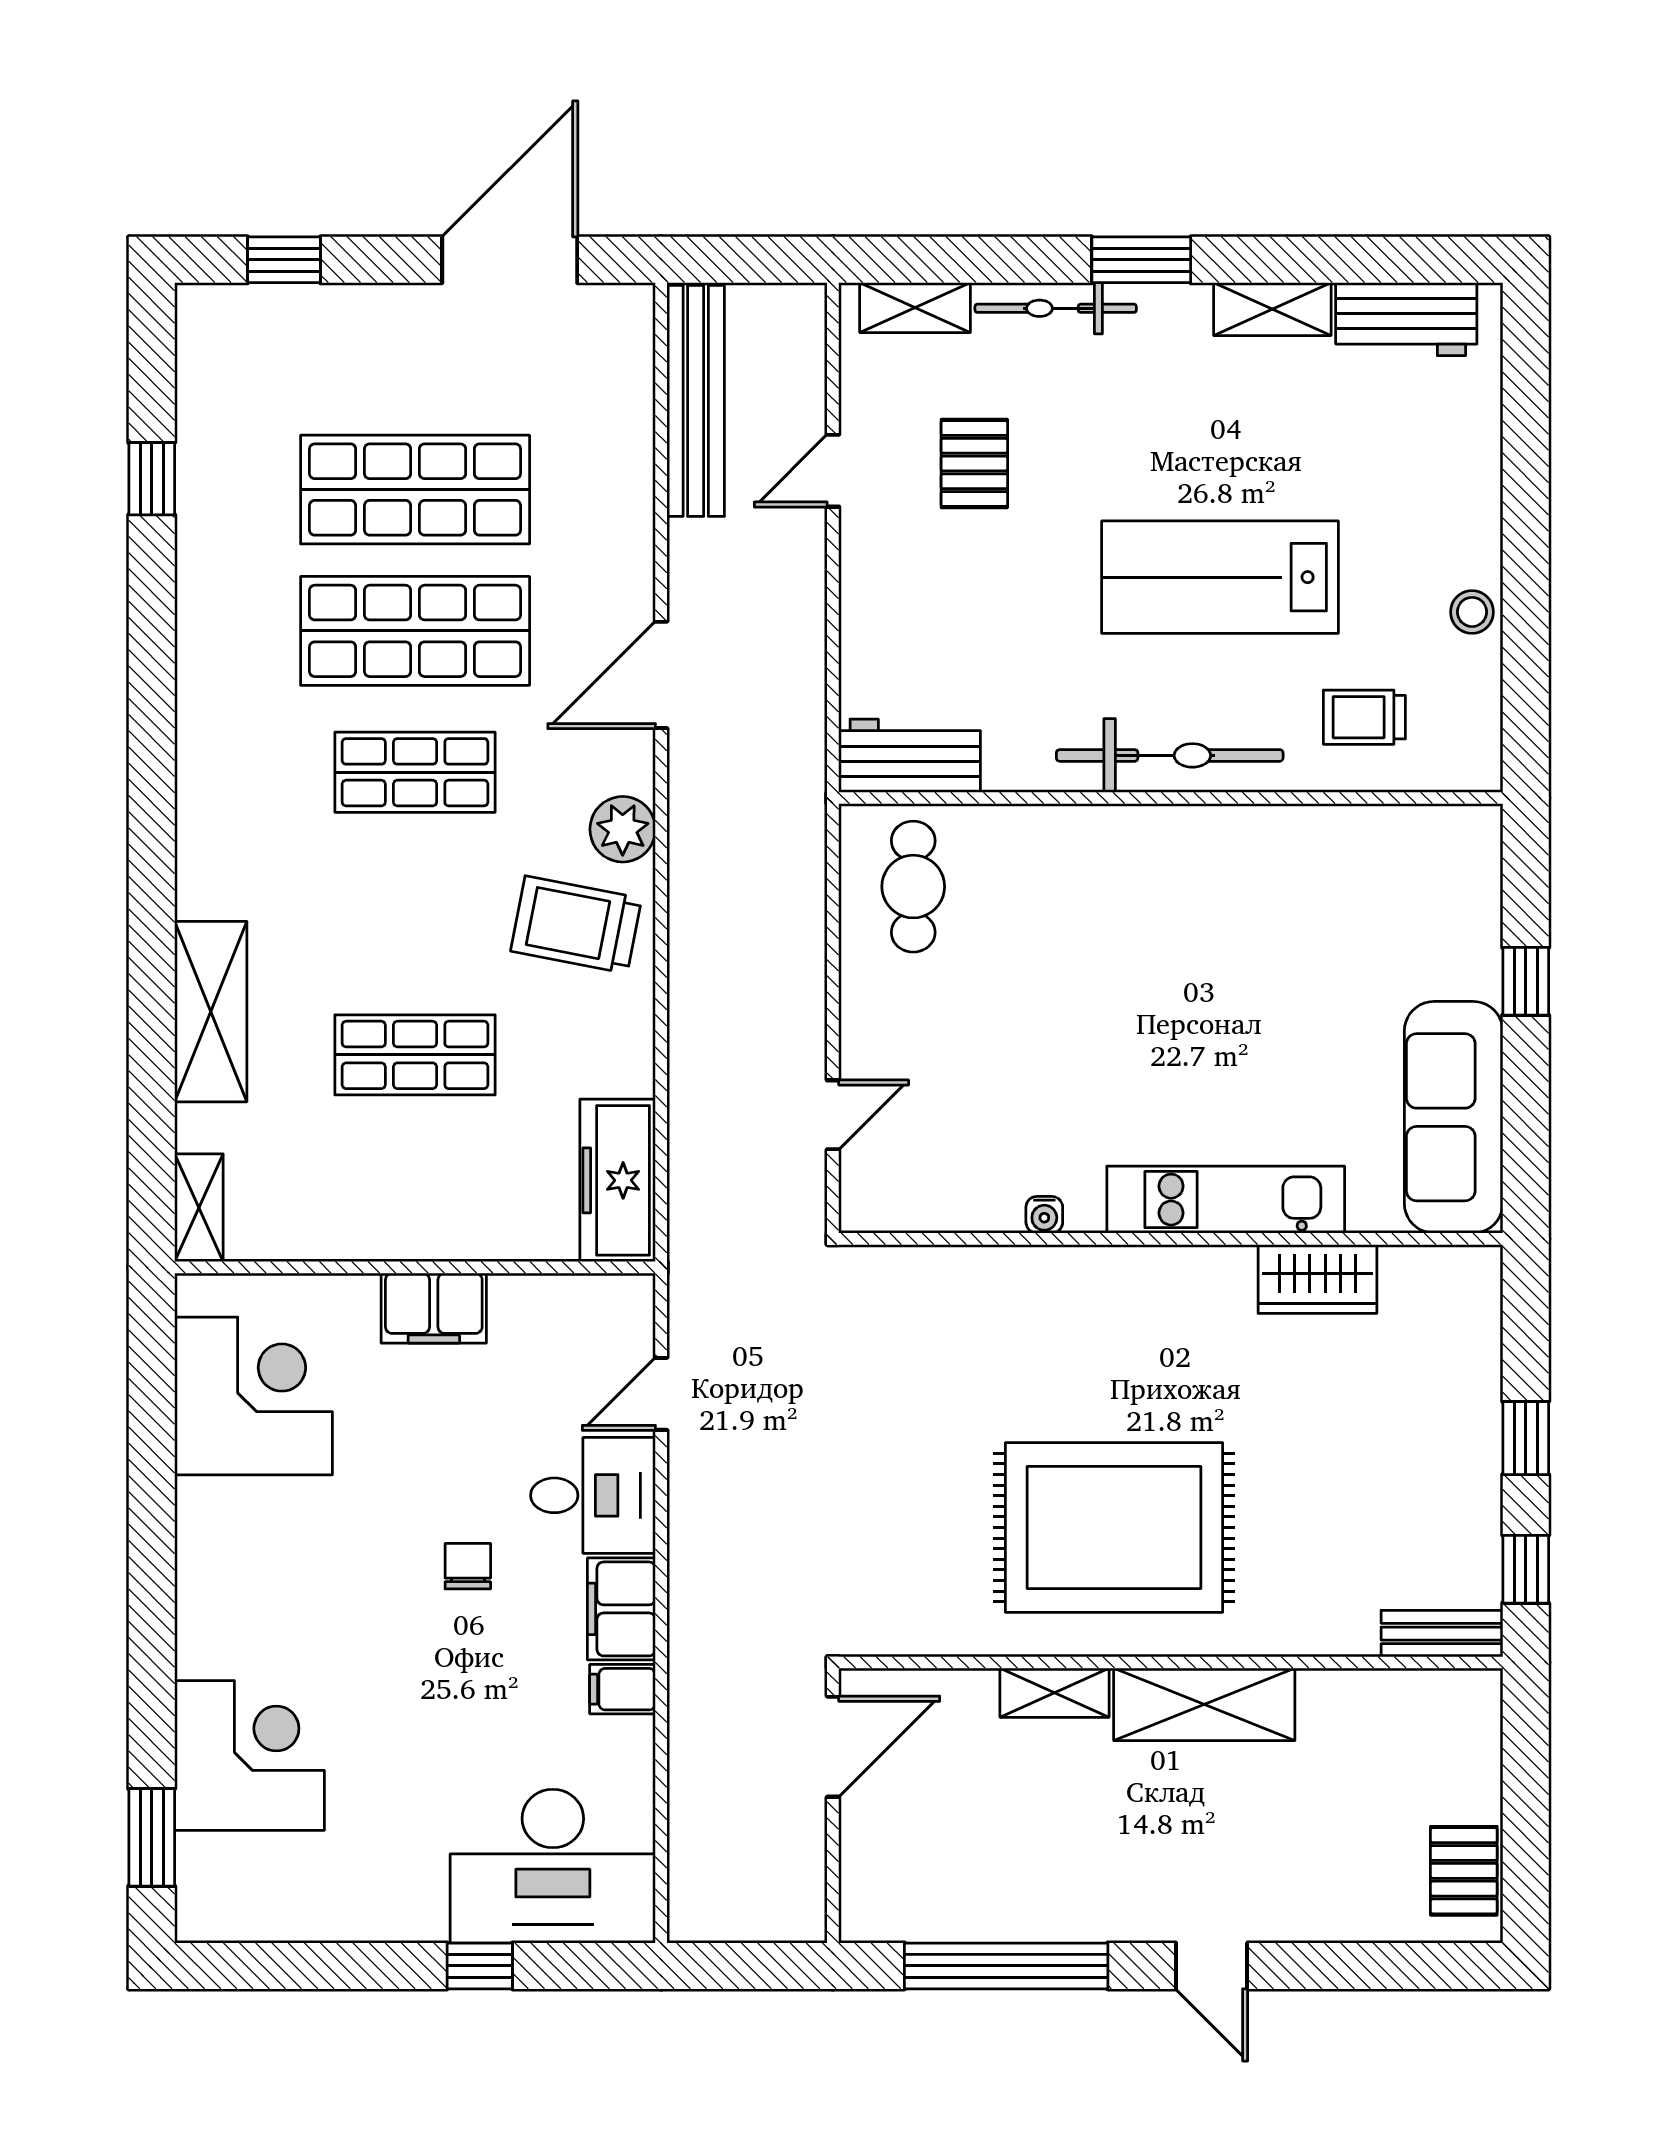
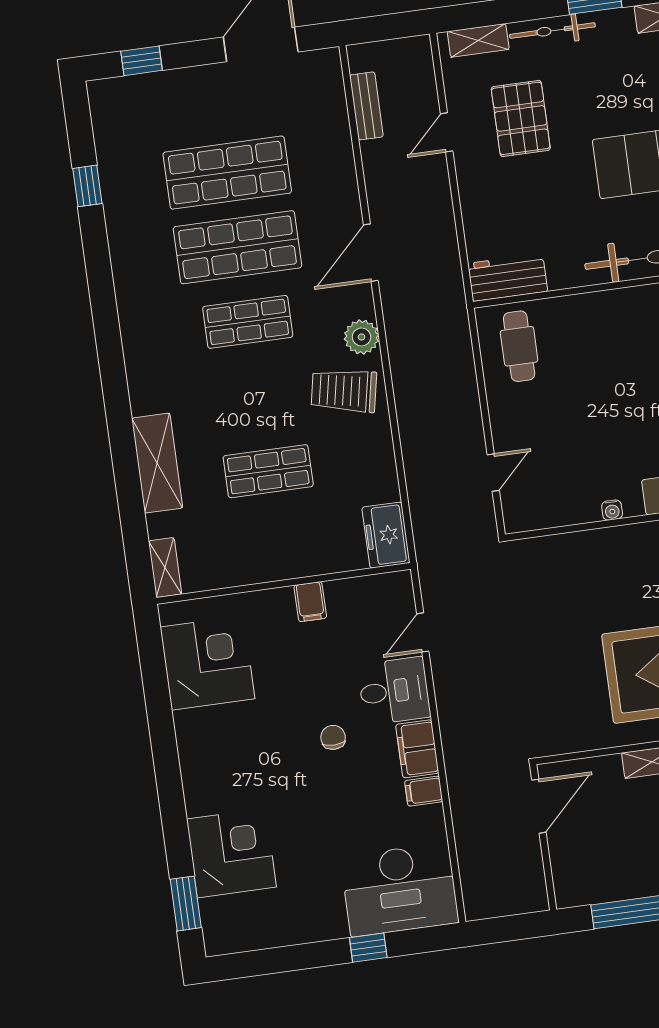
bench: (696, 401) -> (366, 106), width x0.54, depth x0.82
pallet: (974, 464) -> (521, 118), width x1.50, depth x1.42
freezer: (618, 1180) -> (386, 535), width x0.71
filing cabinet: (434, 1308) -> (310, 602), width x0.50

